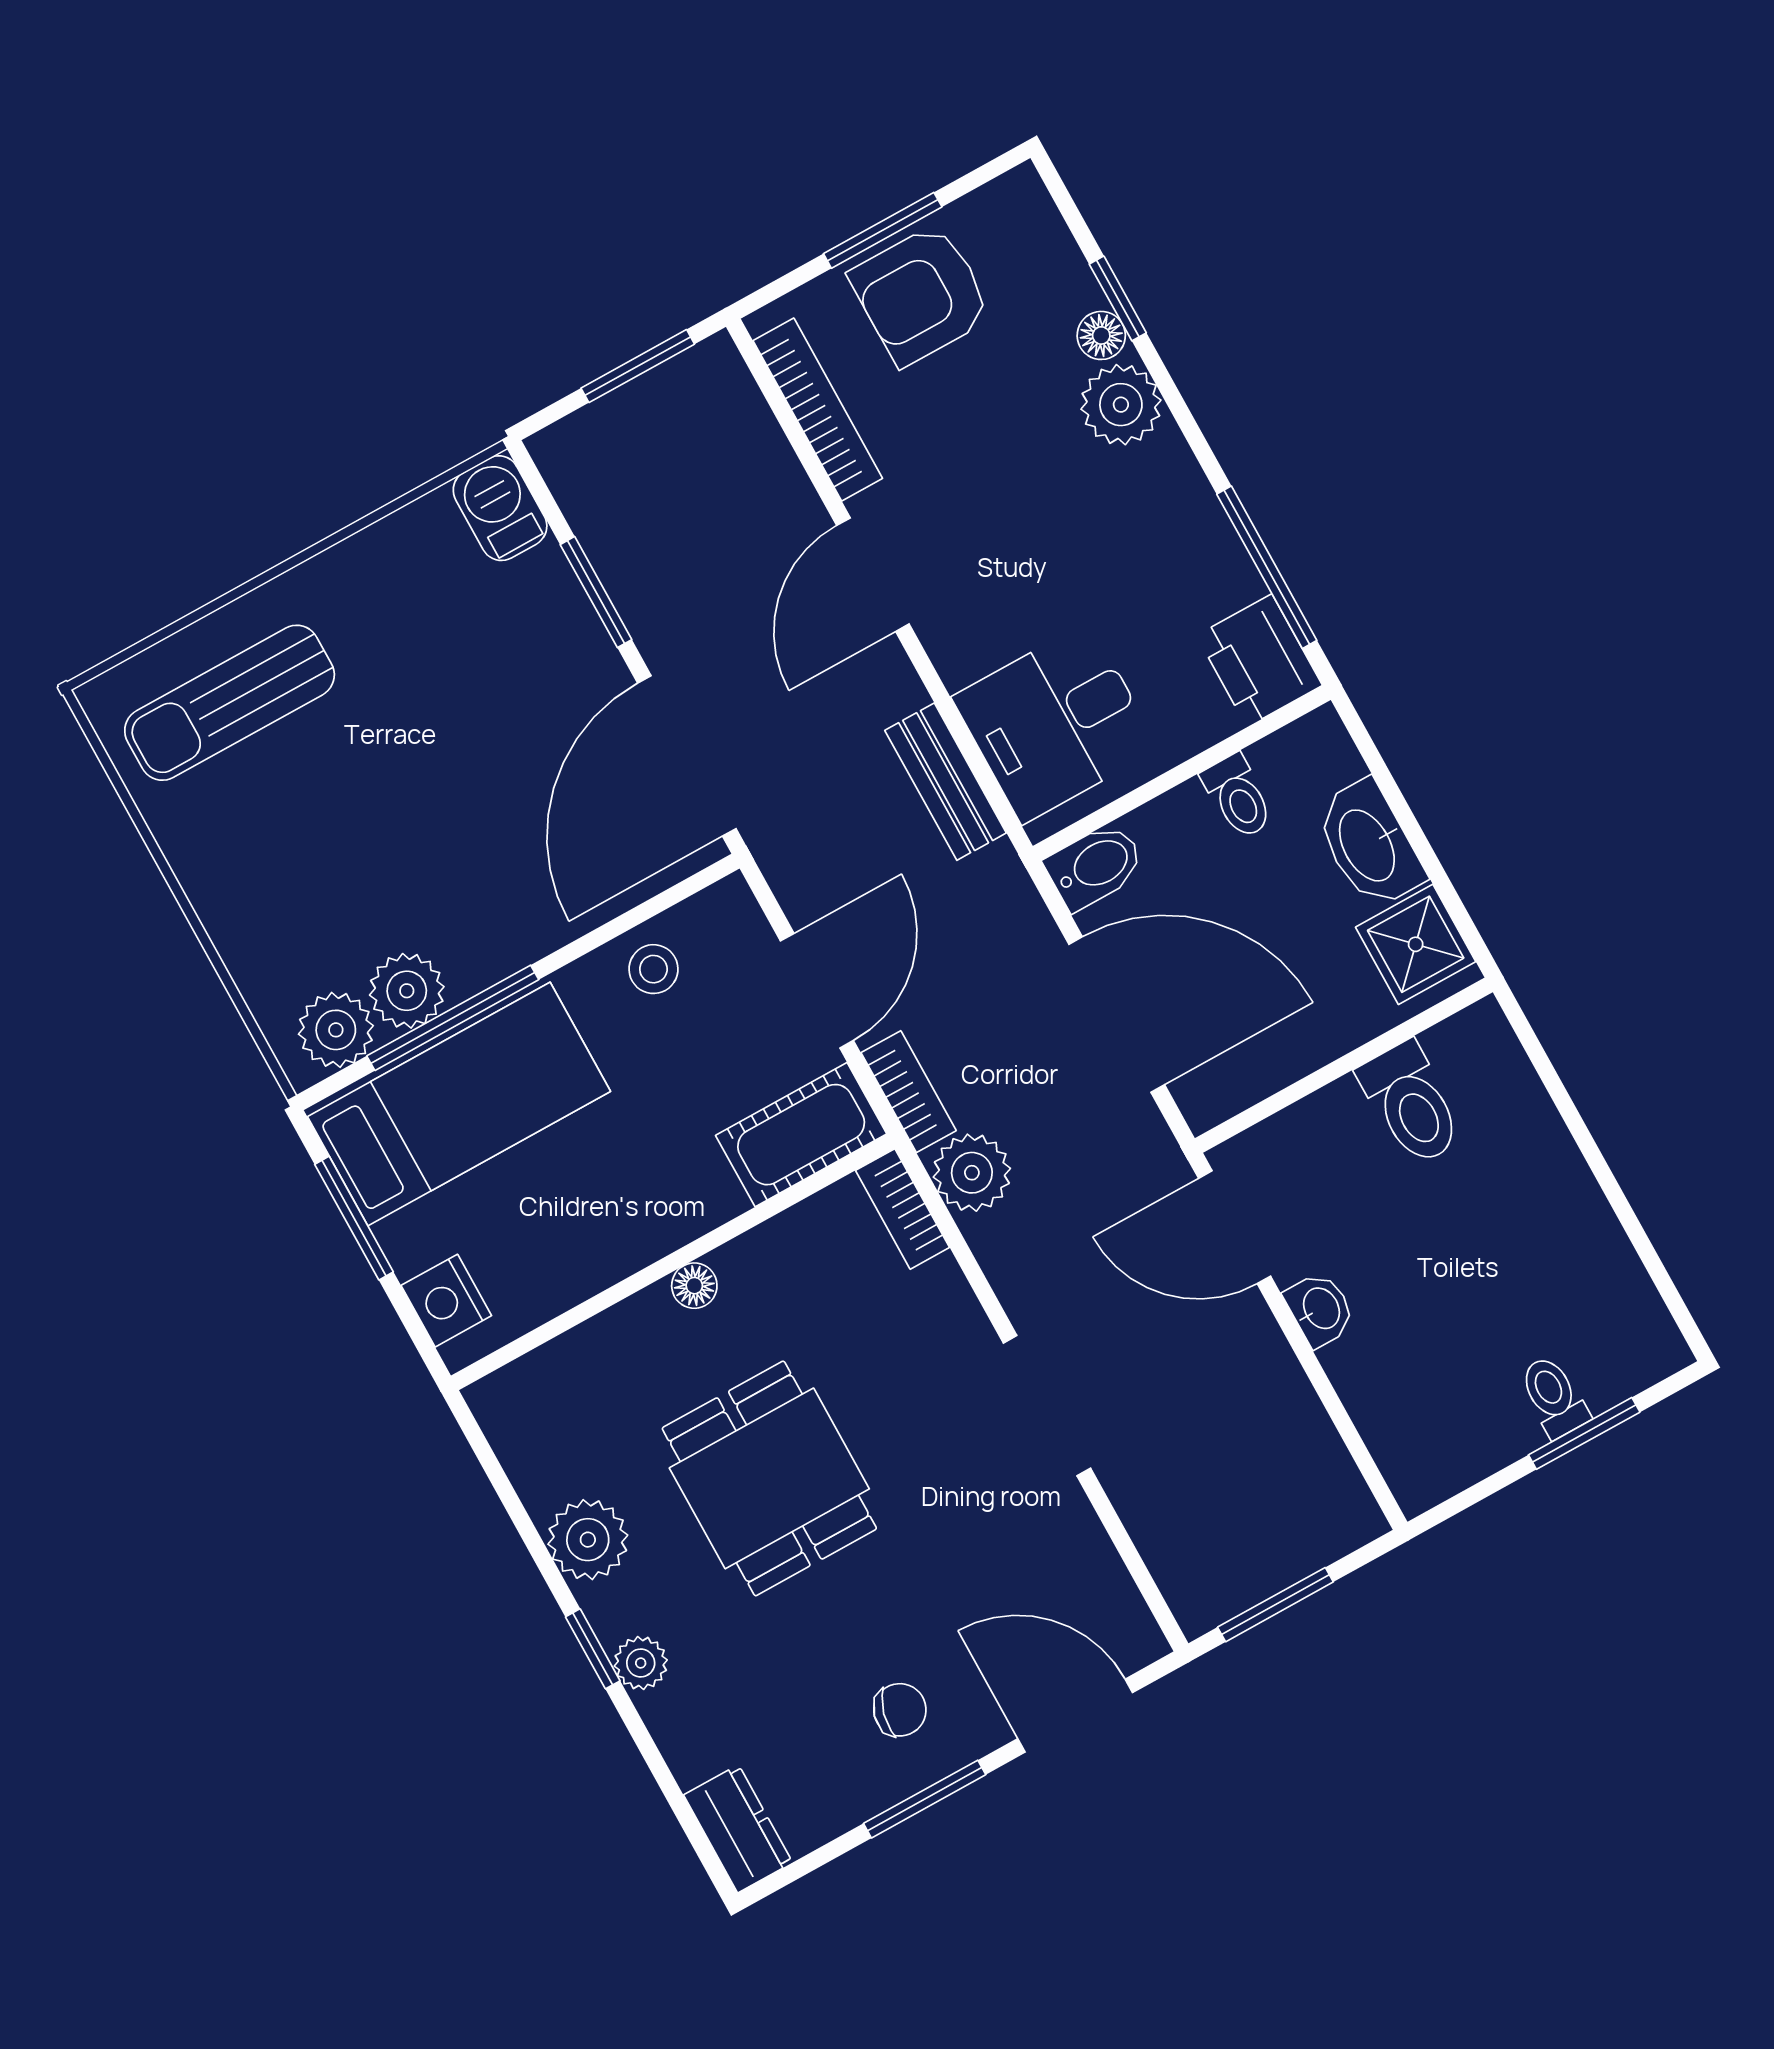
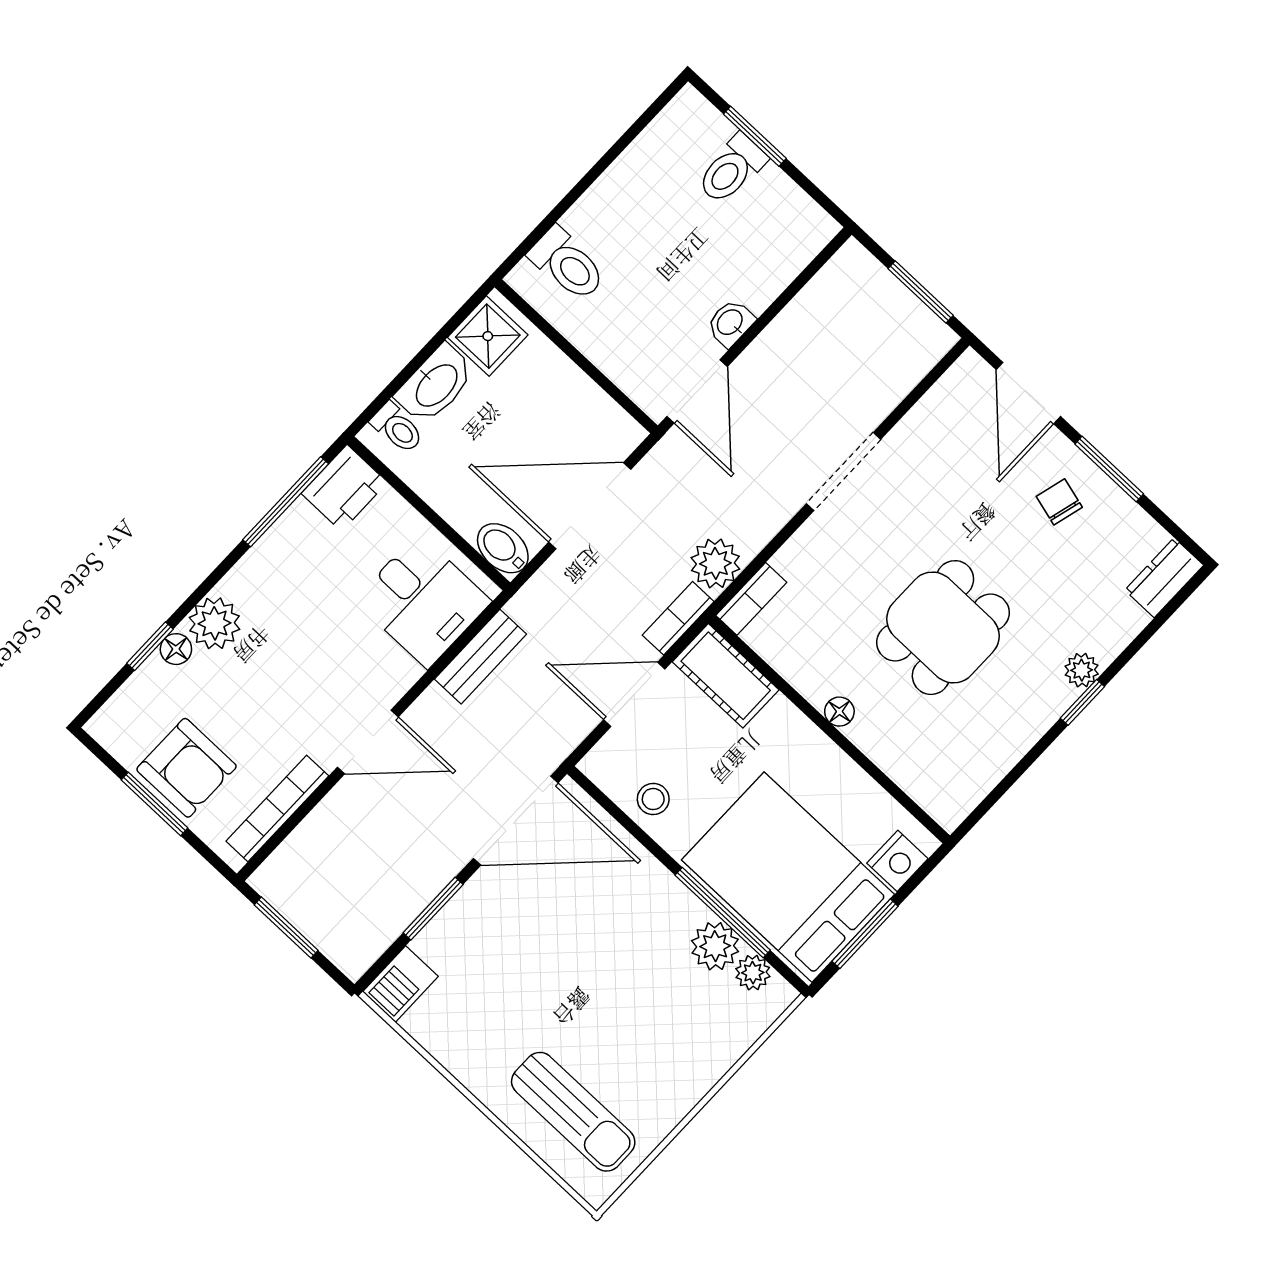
toilet: (1238, 797) -> (397, 428), moved, turned 90
door: (1117, 1014) -> (590, 506), hinge flipped
plant: (336, 1030) -> (753, 973), width x0.73, depth x0.73
bed: (459, 1104) -> (788, 877), width x1.50
toilet: (1411, 1104) -> (567, 264), moved, turned 90
toilet: (1554, 1397) -> (732, 169), width x1.37, depth x1.39
plant: (588, 1540) -> (1016, 727), removed

